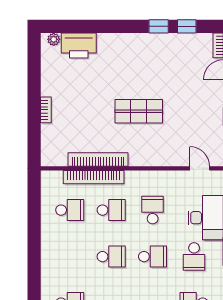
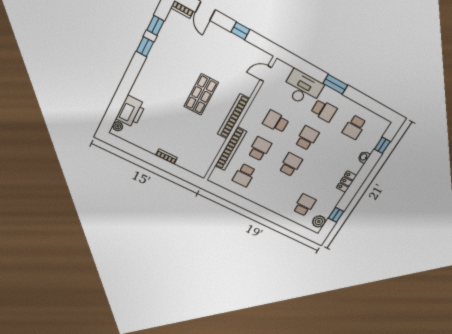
bookcase: (98, 160) -> (233, 116), moved
school desk: (70, 210) -> (244, 175), turned 180

